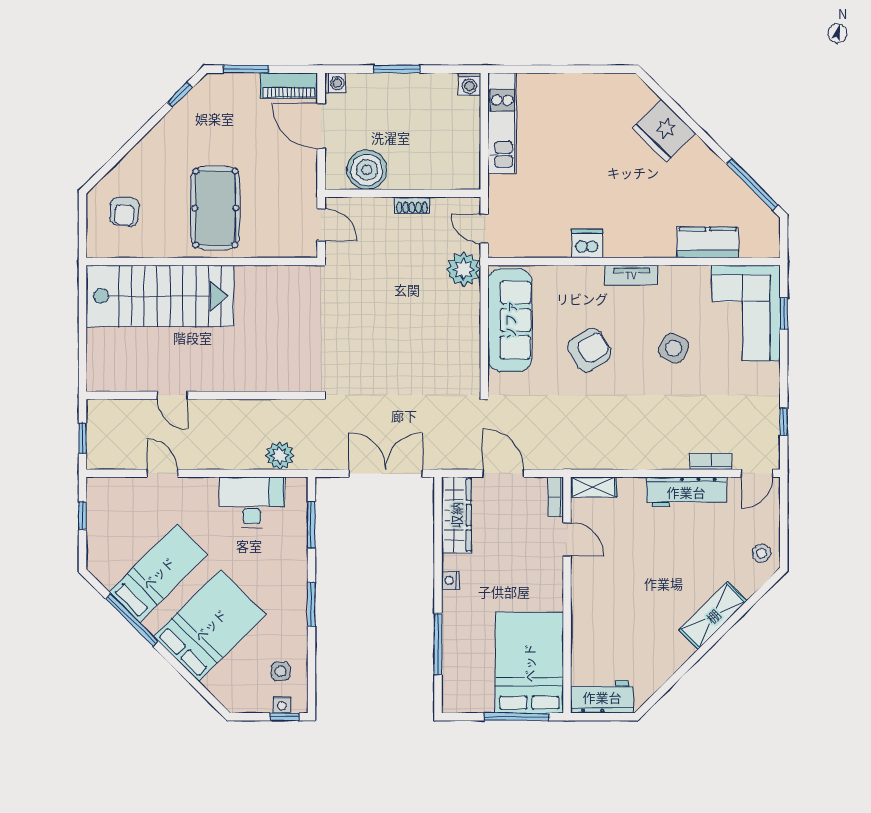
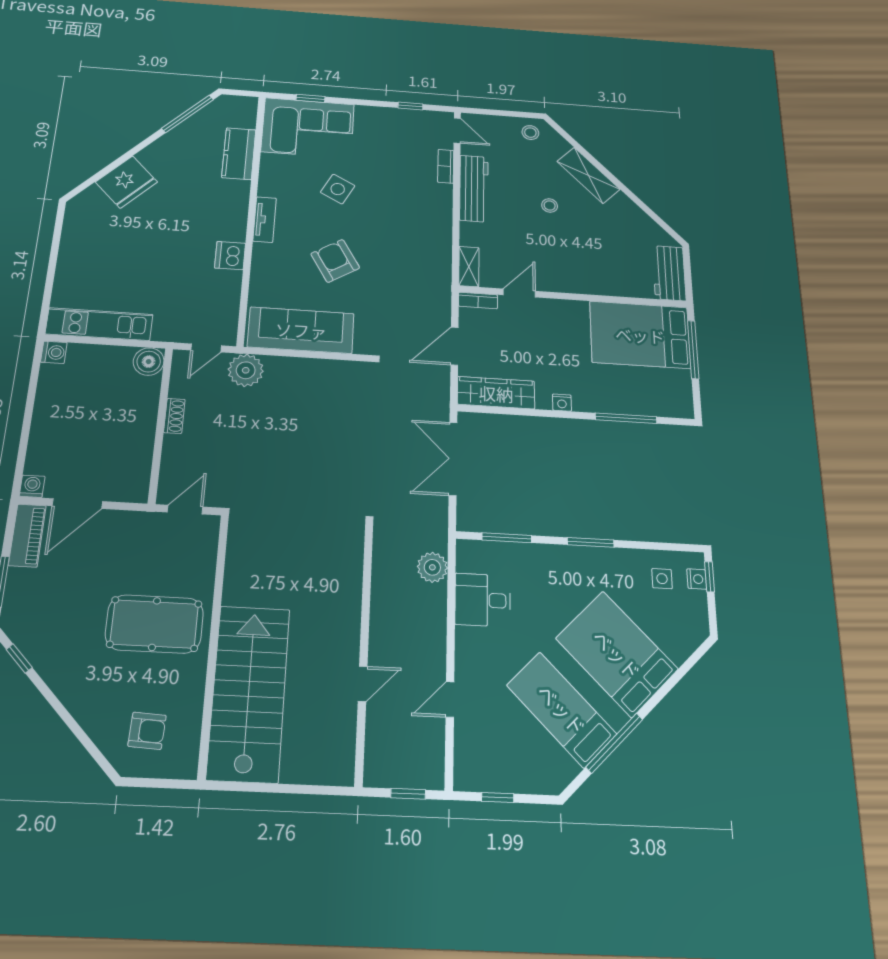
window: (397, 69) -> (27, 422), removed
boiler: (367, 170) -> (149, 362), moved, width x0.73, depth x0.73
desk: (252, 502) -> (483, 600), width x0.73
stool: (672, 573) -> (550, 206), added

